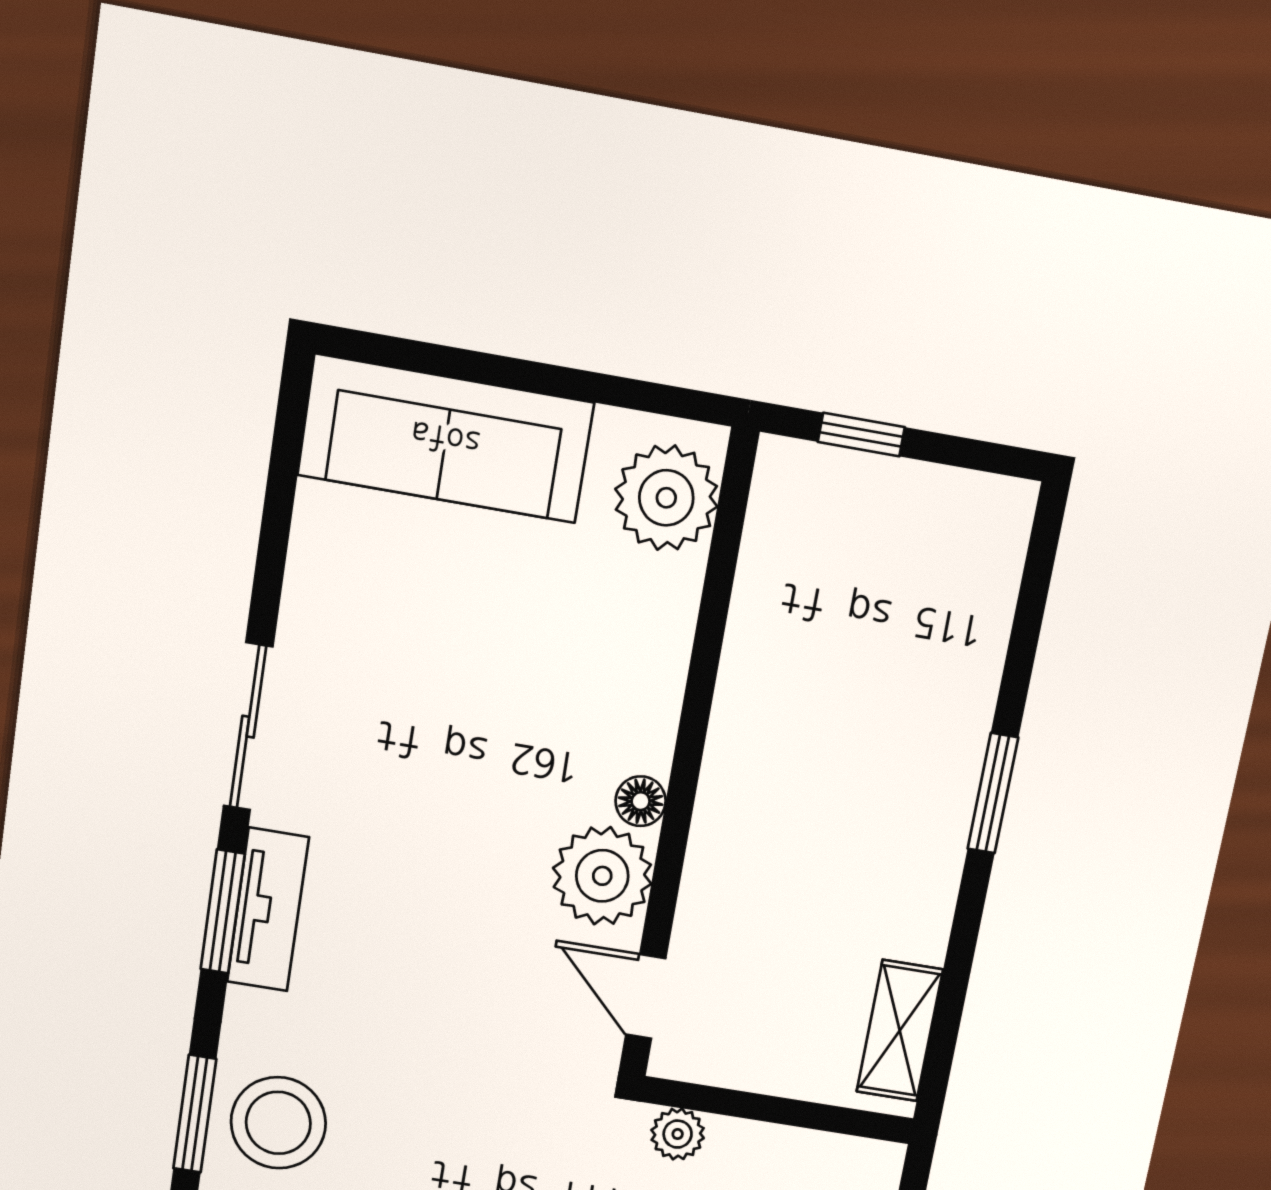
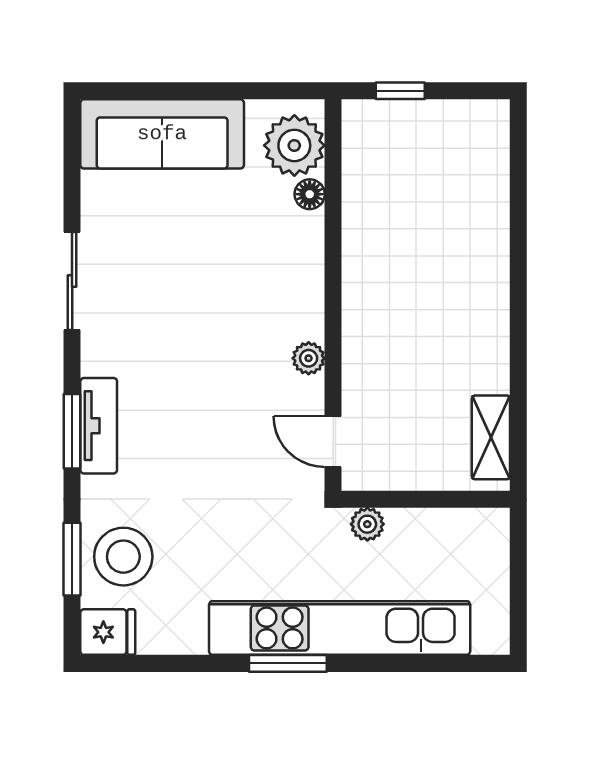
sliding door: (248, 727) -> (72, 281), moved
window: (993, 793) -> (518, 284), removed
floor lamp: (641, 801) -> (310, 194), moved
plant: (602, 876) -> (309, 358), width x0.53, depth x0.53

